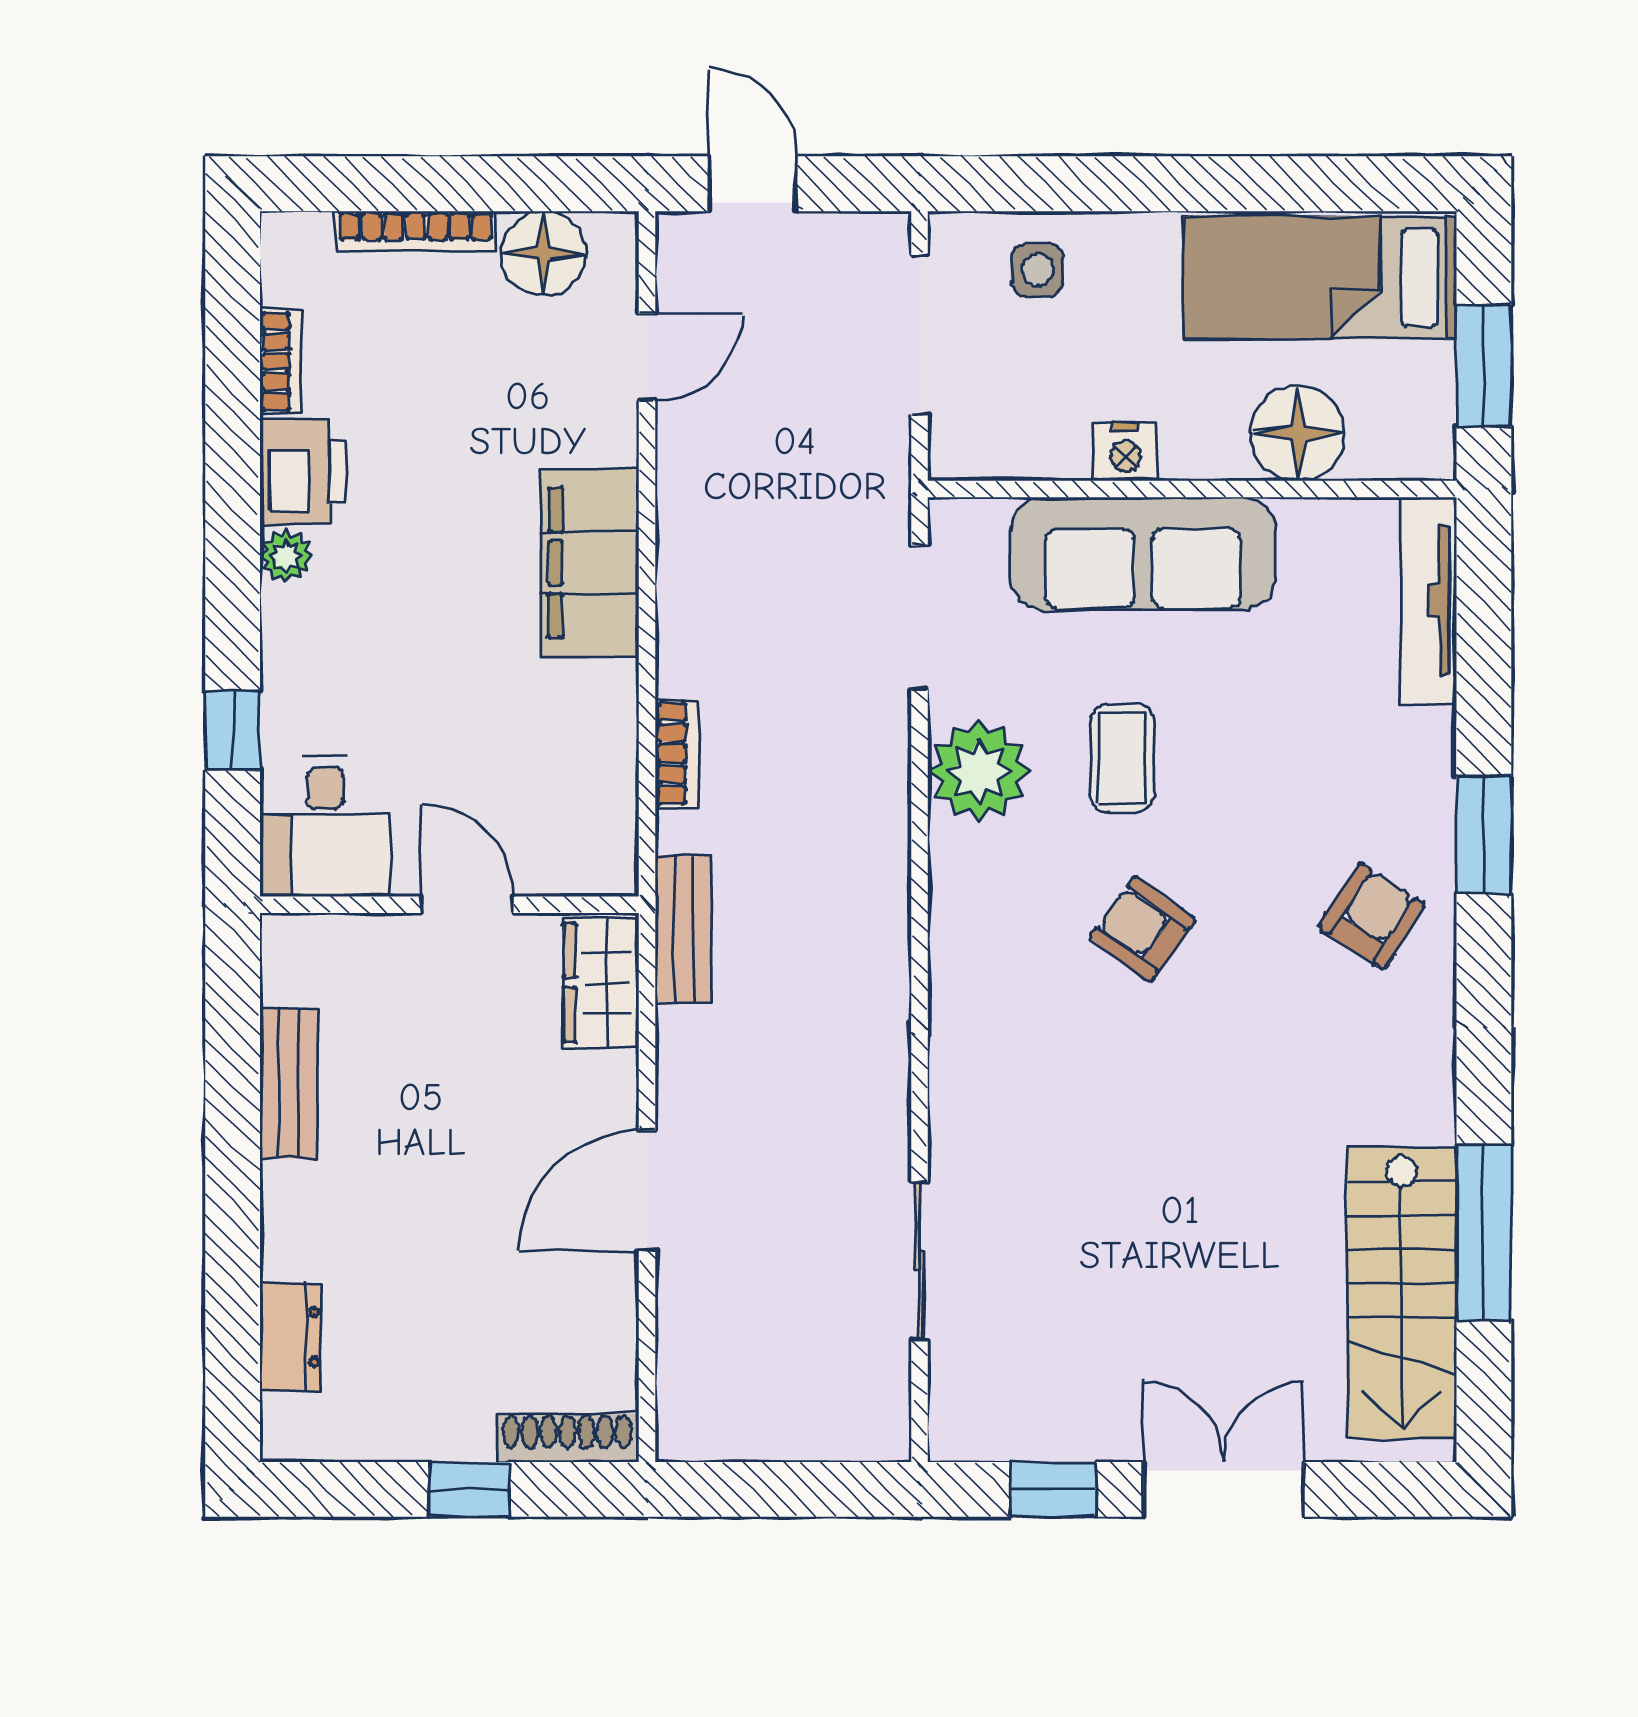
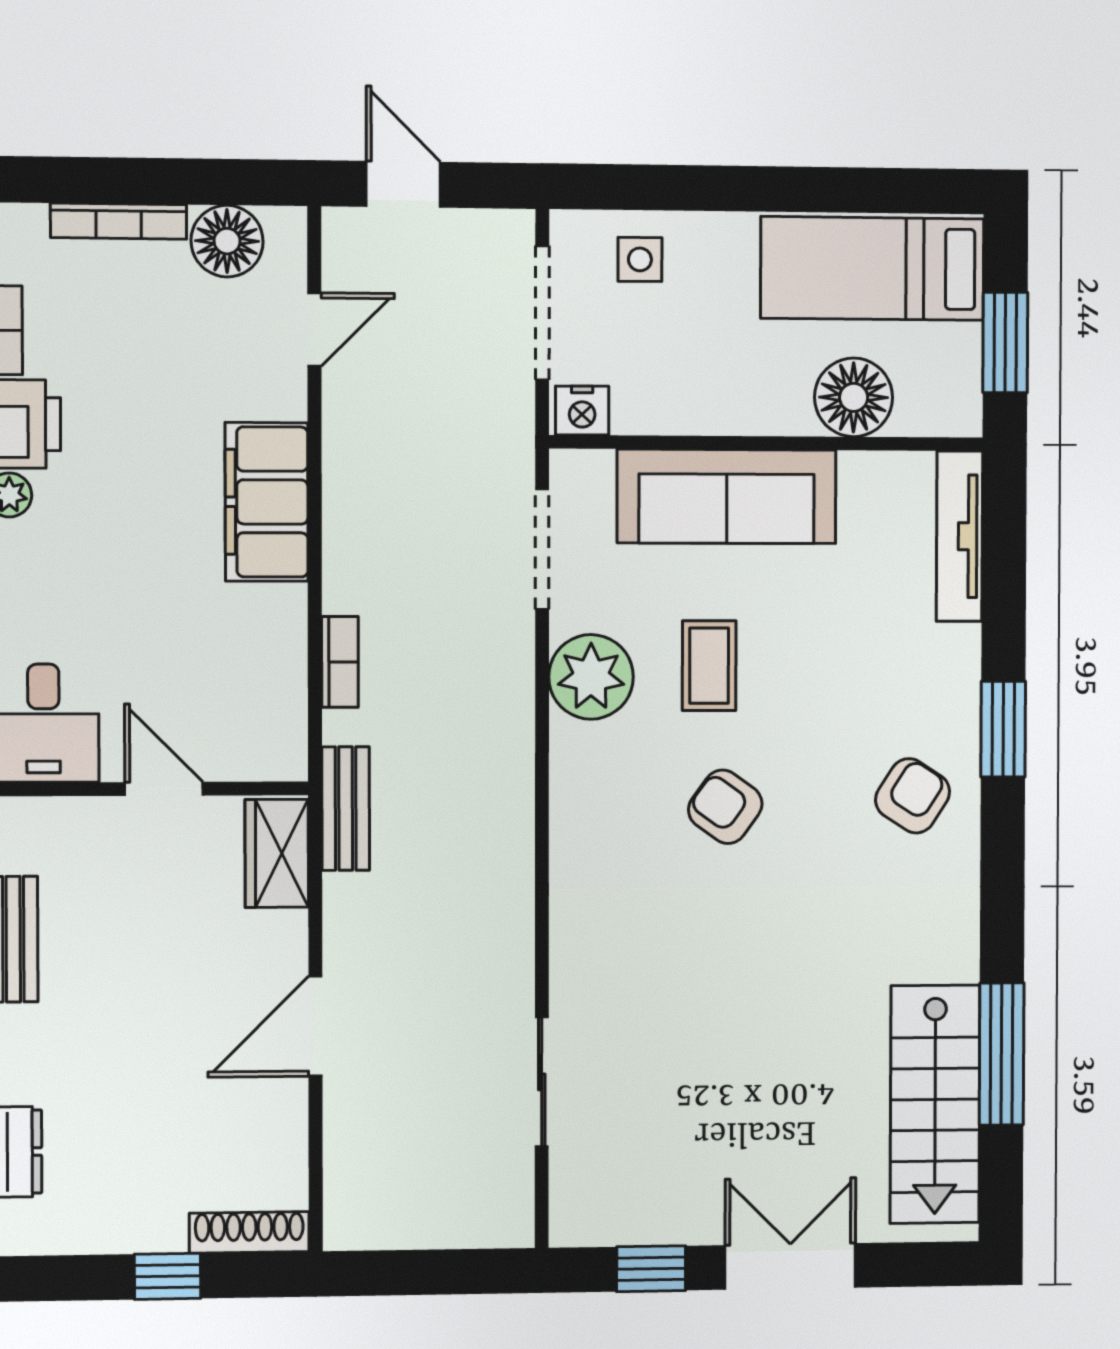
nightstand: (1125, 451) -> (582, 411), moved

